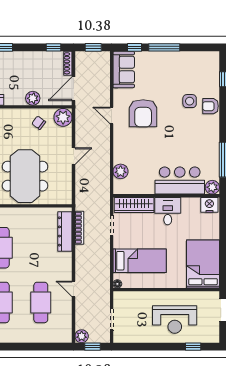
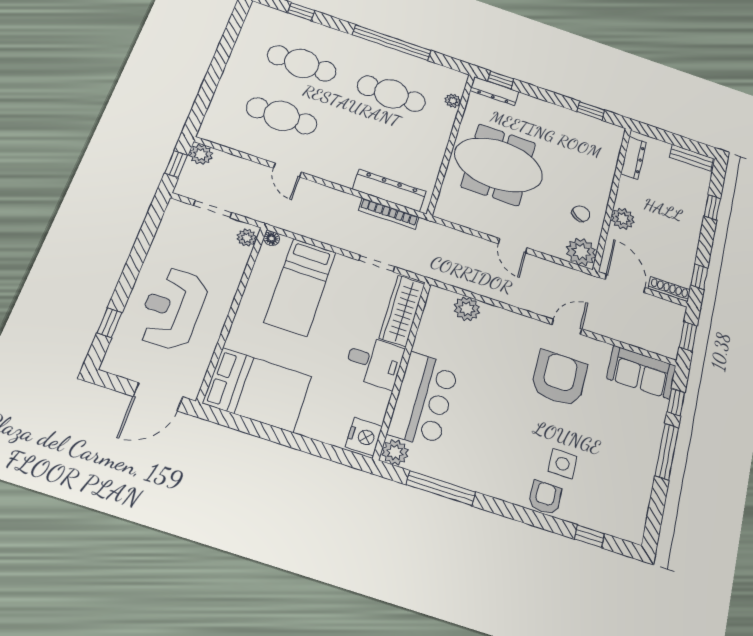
armchair: (143, 113) -> (559, 378), turned 90
door: (74, 289) -> (287, 170), swing flipped
plant: (122, 297) -> (247, 238), added

